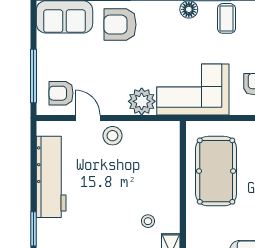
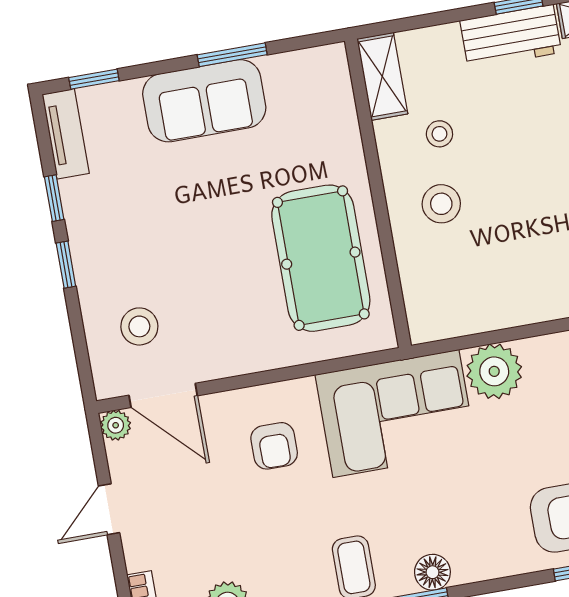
stool: (112, 136) -> (441, 204), moved

